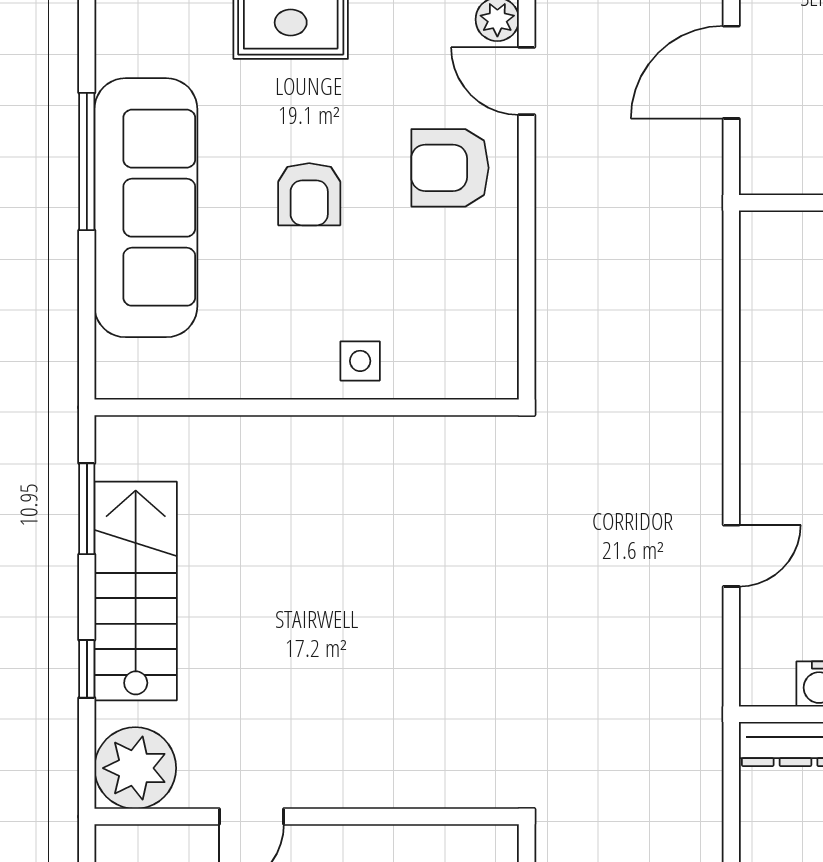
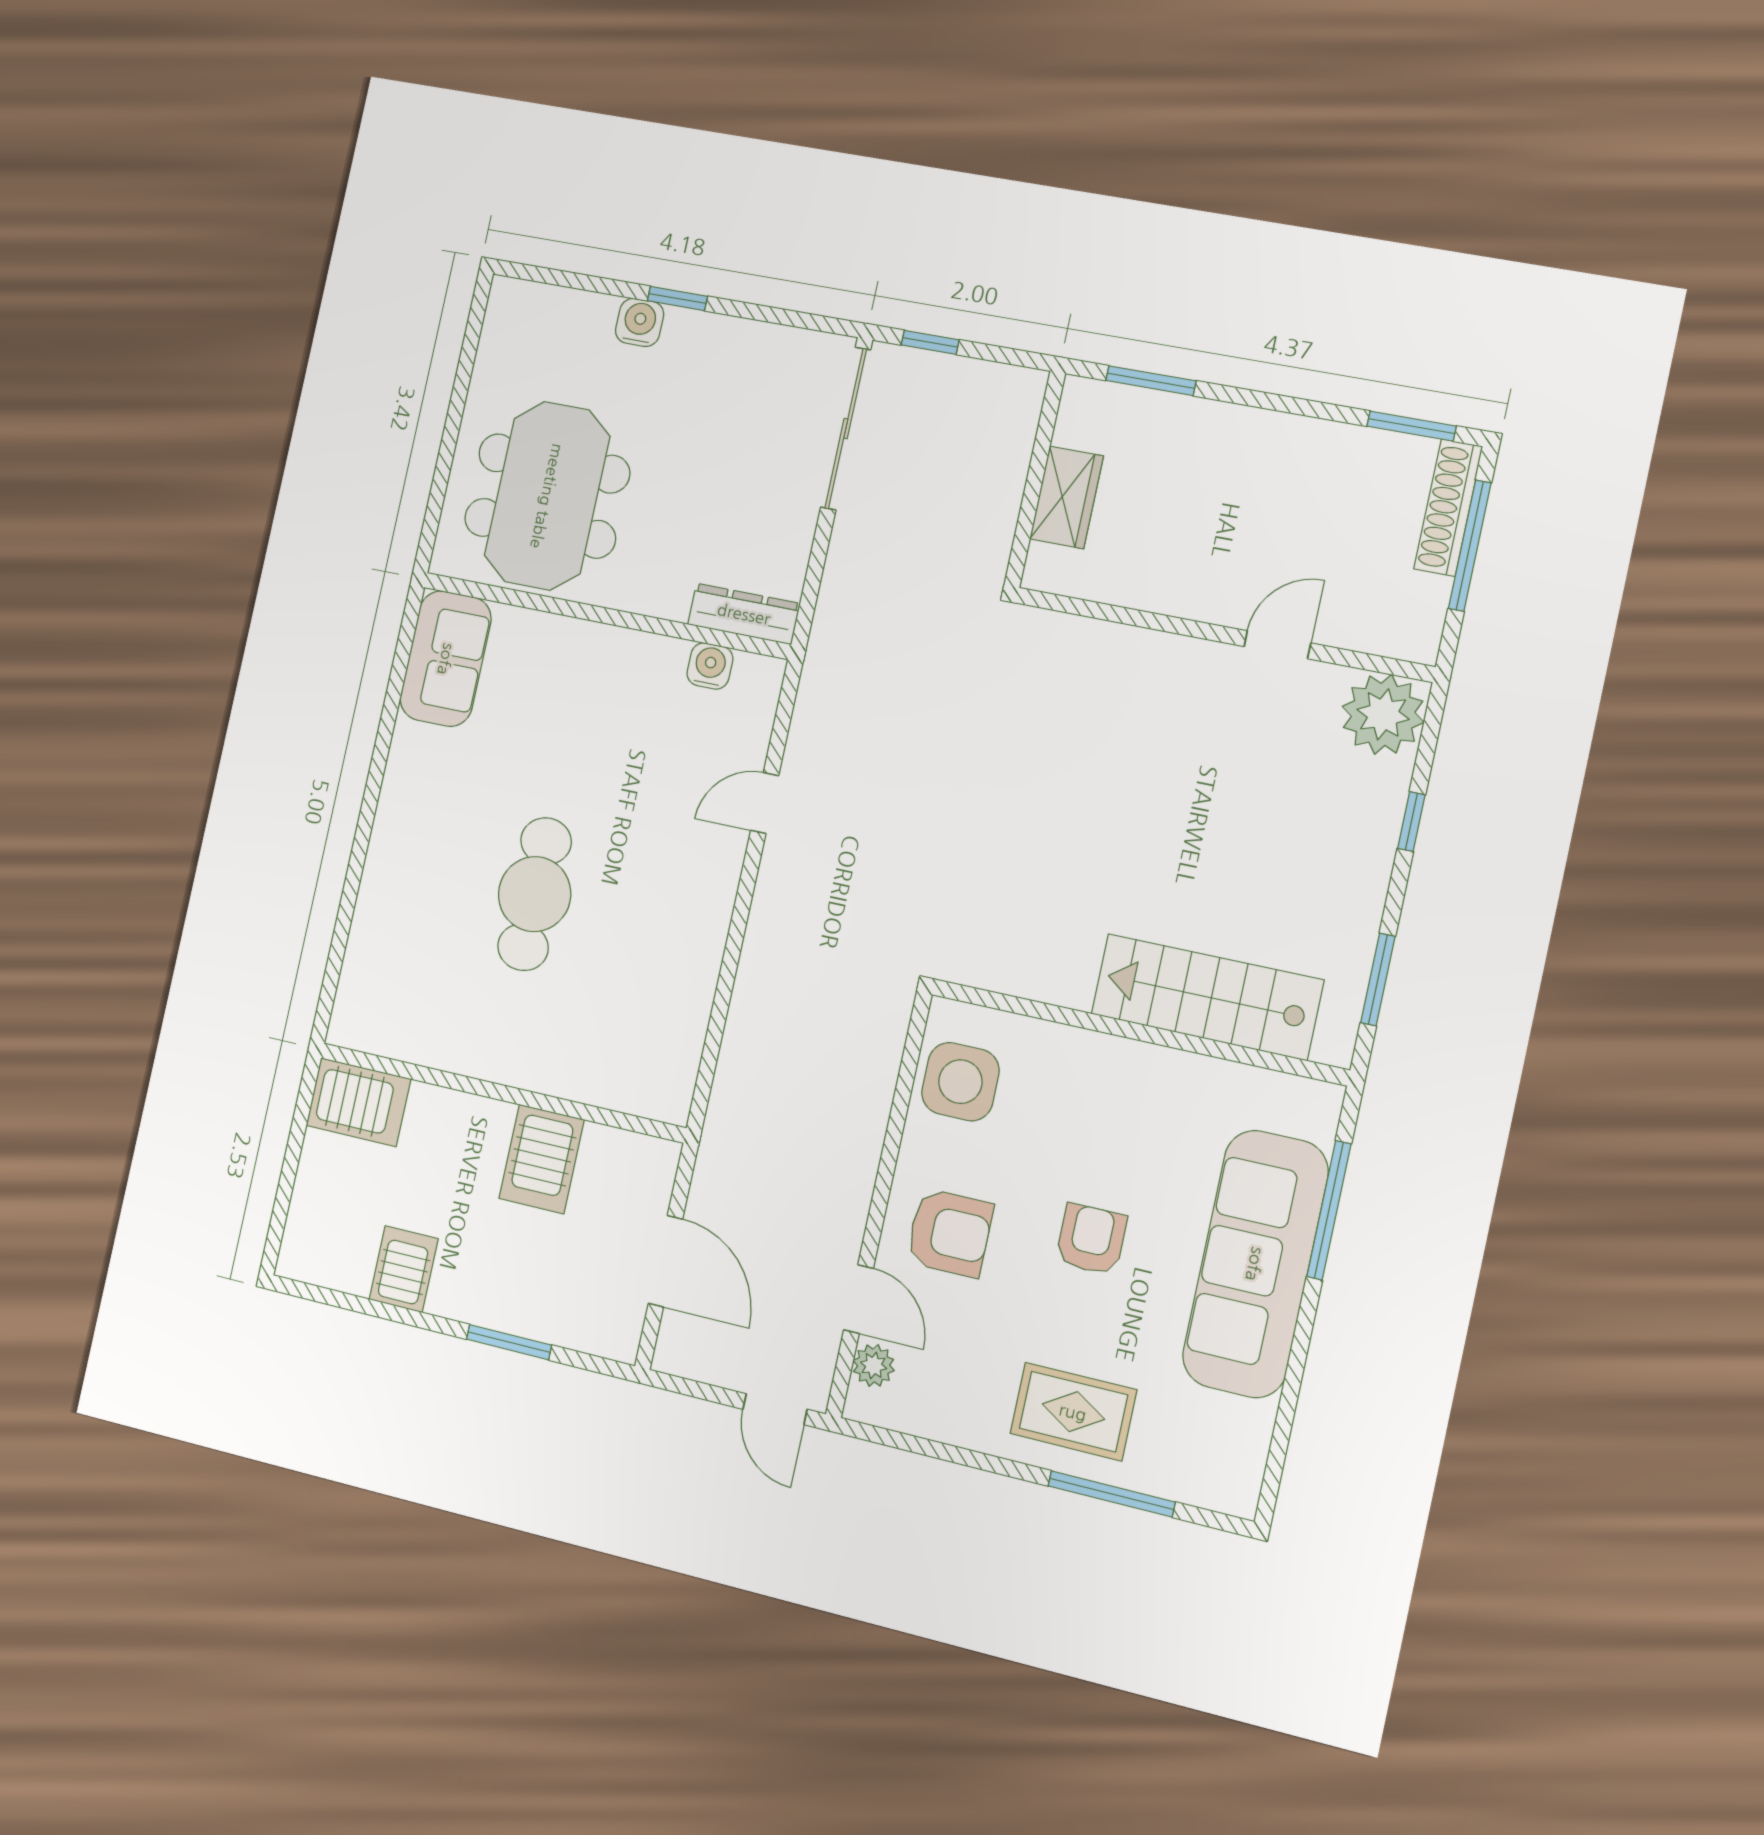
door: (731, 72) -> (665, 1261), hinge flipped
window: (87, 161) -> (1329, 1210), moved
side table: (360, 361) -> (960, 1082), moved, width x1.87, depth x1.87
stairs: (136, 591) -> (1207, 997), moved, turned 90

